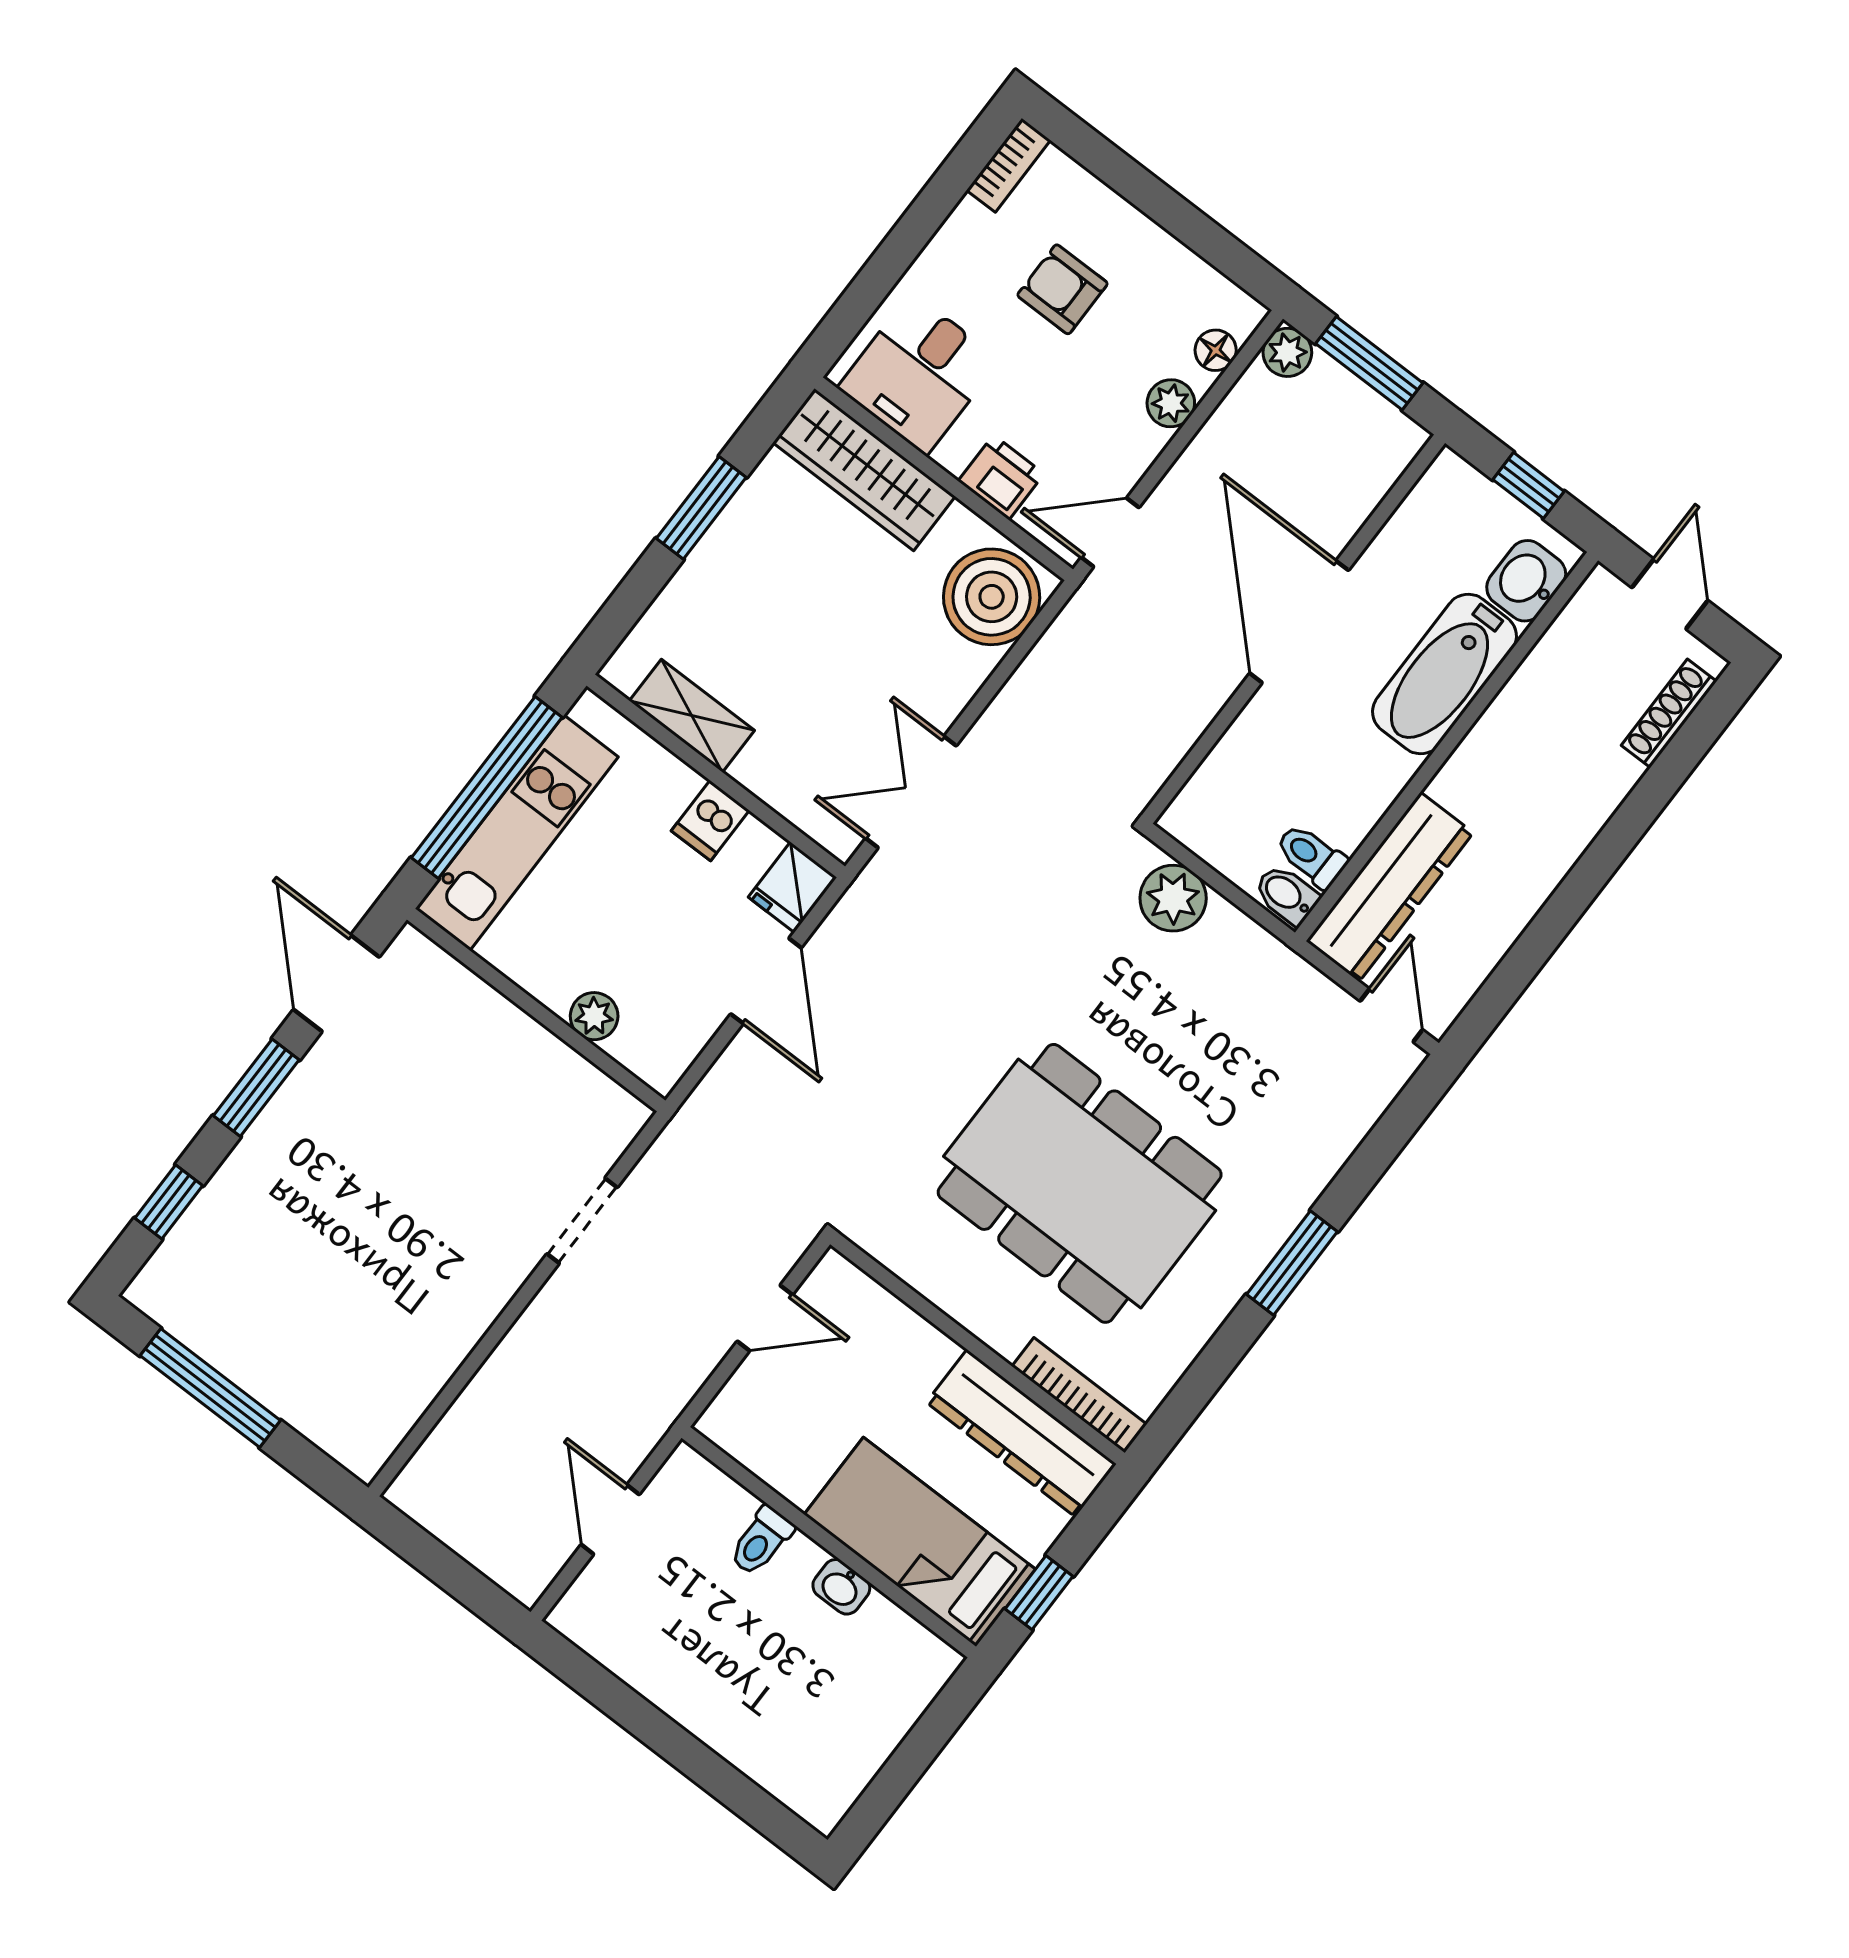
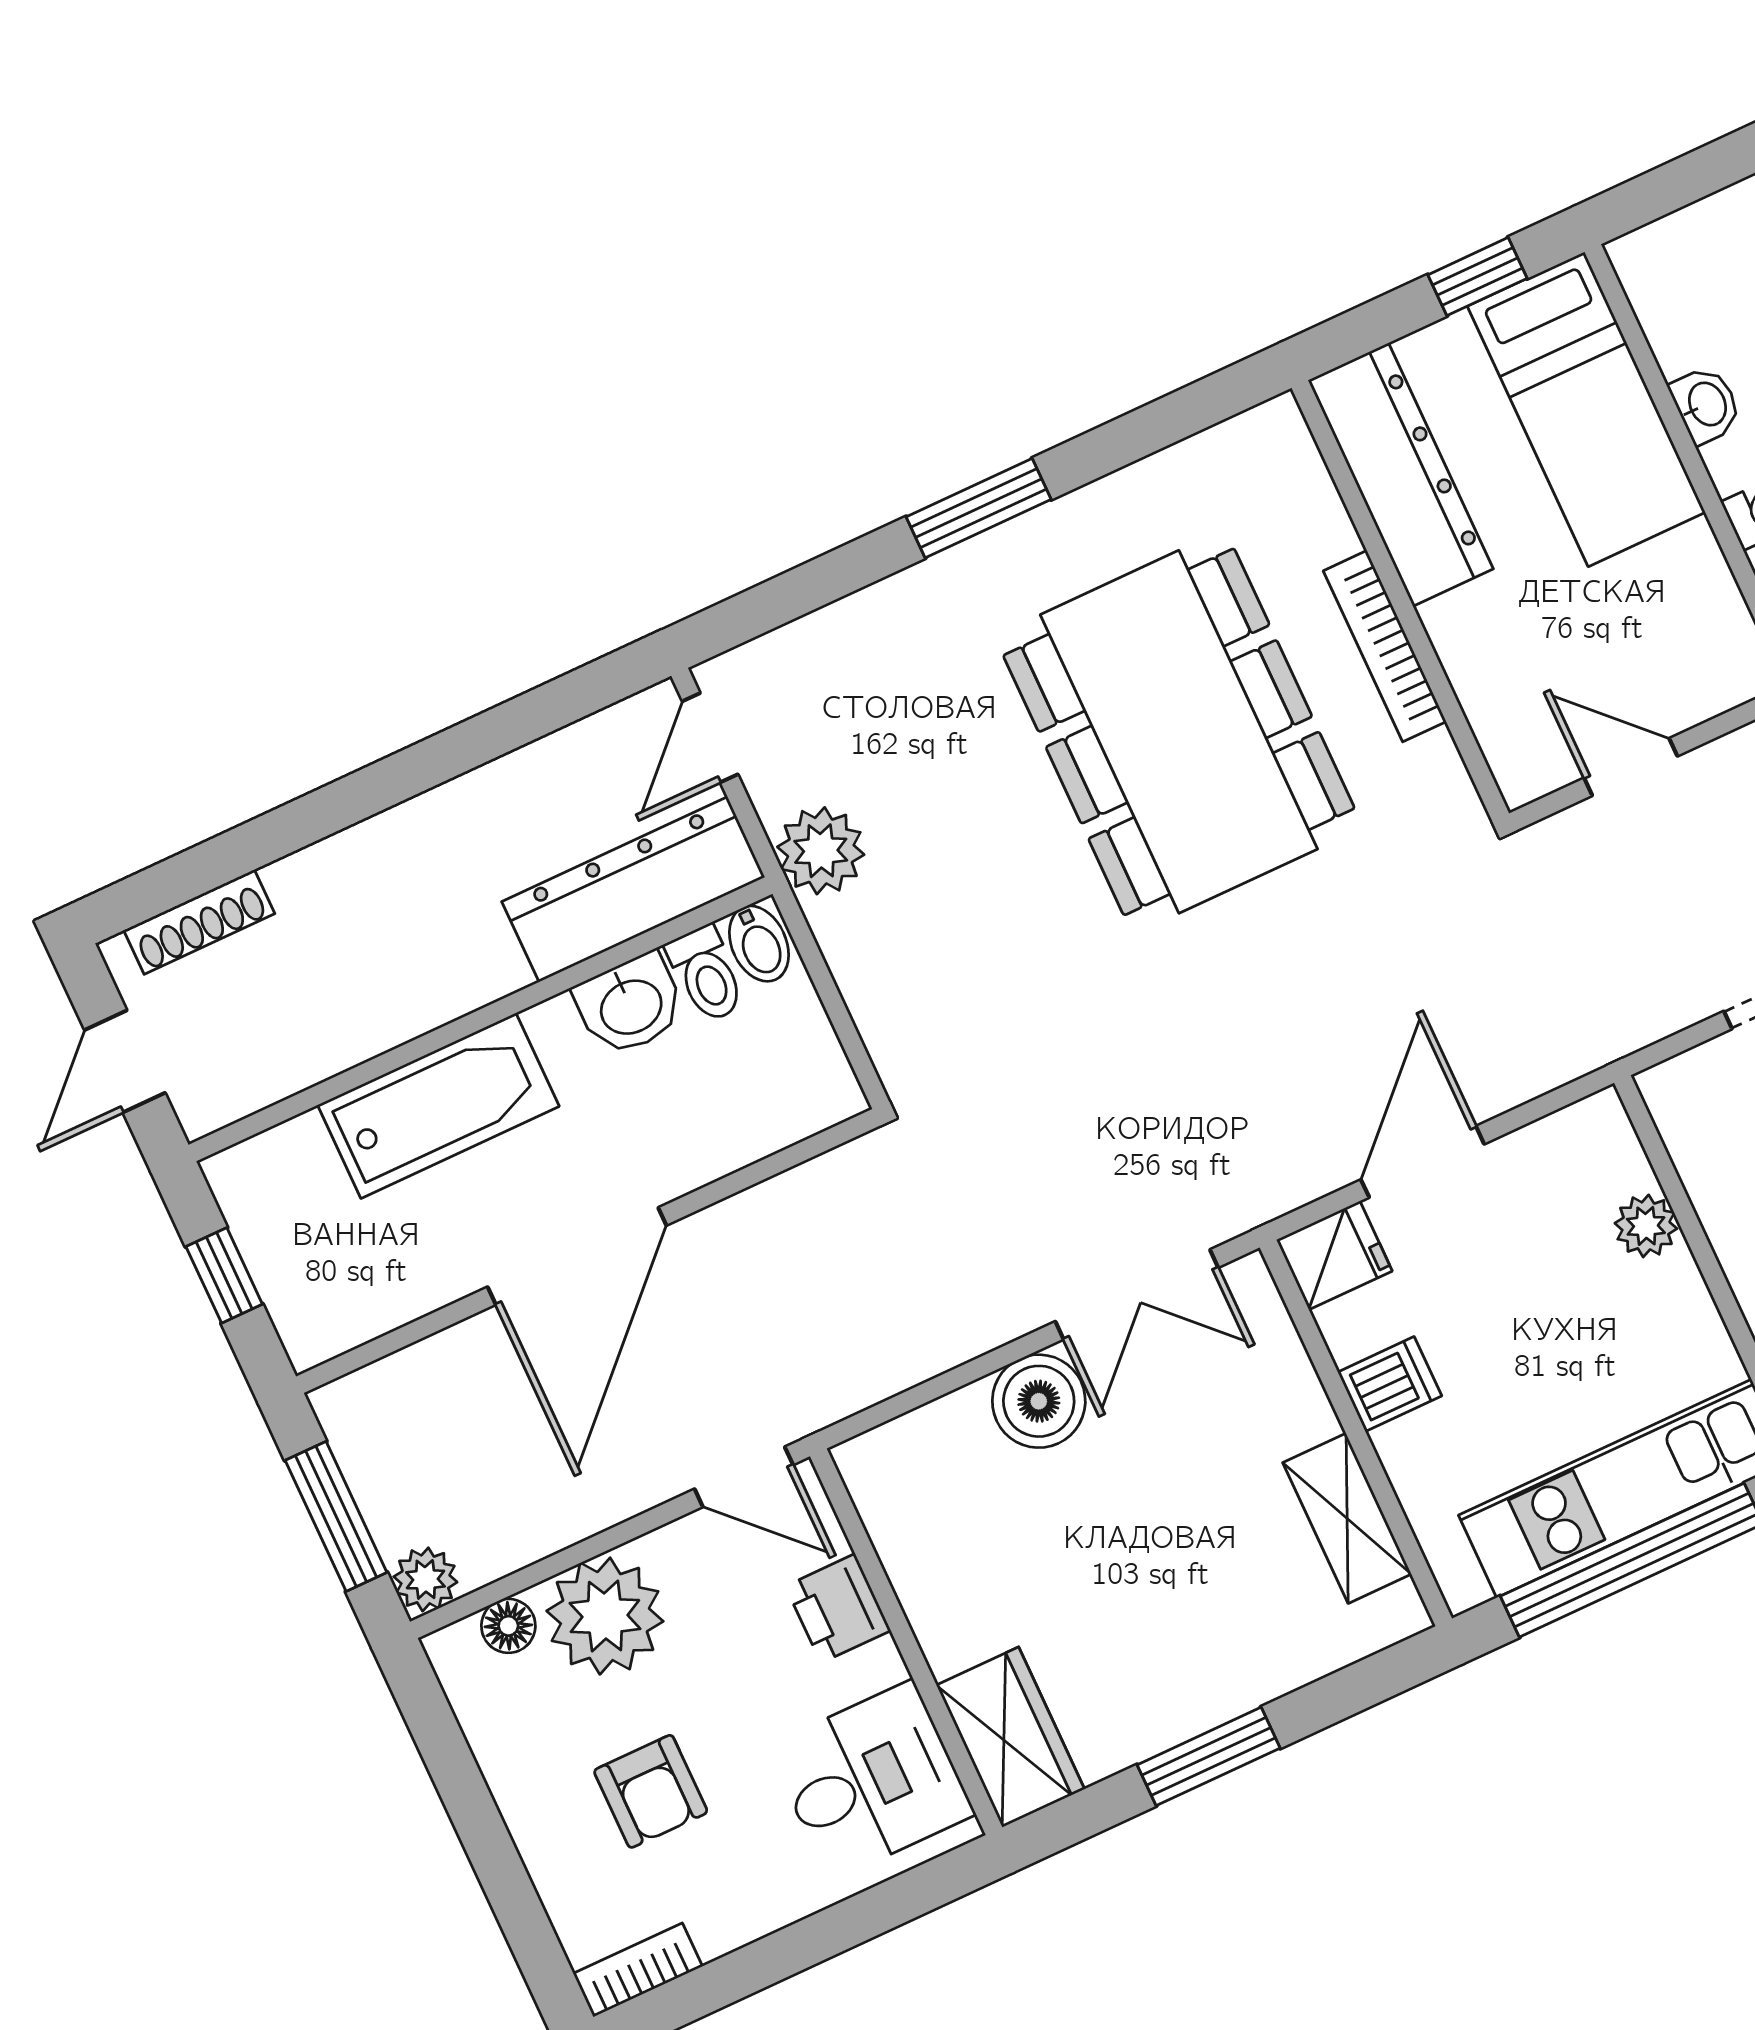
plant: (1171, 403) -> (605, 1616), width x1.87, depth x1.87
wardrobe: (864, 470) -> (1010, 1737), width x0.67
washbasin: (1526, 581) -> (630, 1005), moved
boiler: (992, 597) -> (1039, 1401), moved, width x0.73, depth x0.73
plant: (1173, 898) -> (821, 851), moved
bookcase: (1079, 1395) -> (1385, 646), moved

